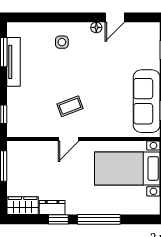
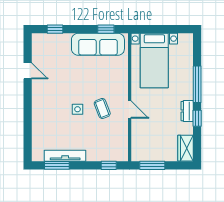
floor lamp: (96, 27) -> (36, 86), removed
side table: (62, 42) -> (77, 109), moved
dresser: (52, 208) -> (187, 111), moved

